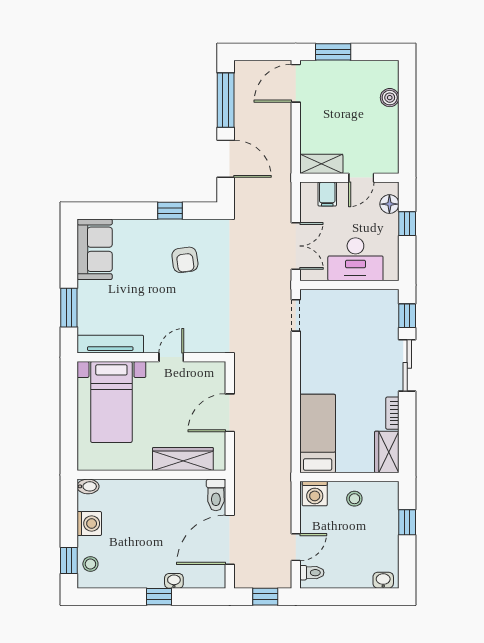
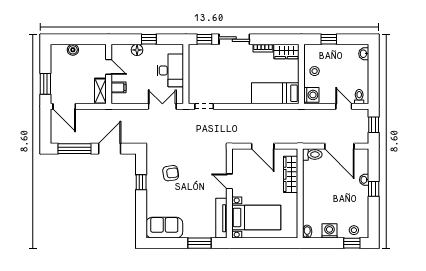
shelving: (321, 164) -> (100, 91), moved
wall: (349, 178) -> (109, 74), moved
door: (361, 178) -> (109, 67), moved
filing cabinet: (327, 194) -> (119, 87), moved

